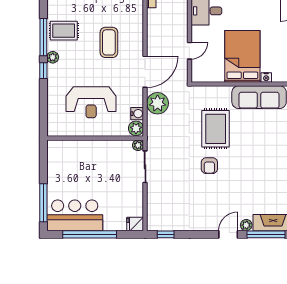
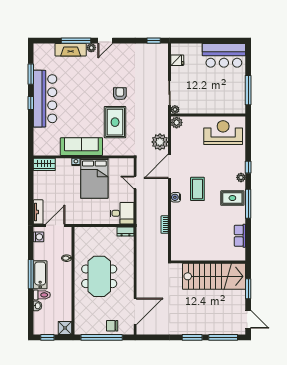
window: (43, 37) -> (248, 204), moved
door: (189, 51) -> (135, 183), hinge flipped
reception desk: (91, 102) -> (223, 133), moved
water cooler: (137, 114) -> (176, 197), moved
window: (43, 203) -> (248, 90), moved
fridge: (135, 224) -> (177, 60), moved
window: (90, 234) -> (212, 41), removed

